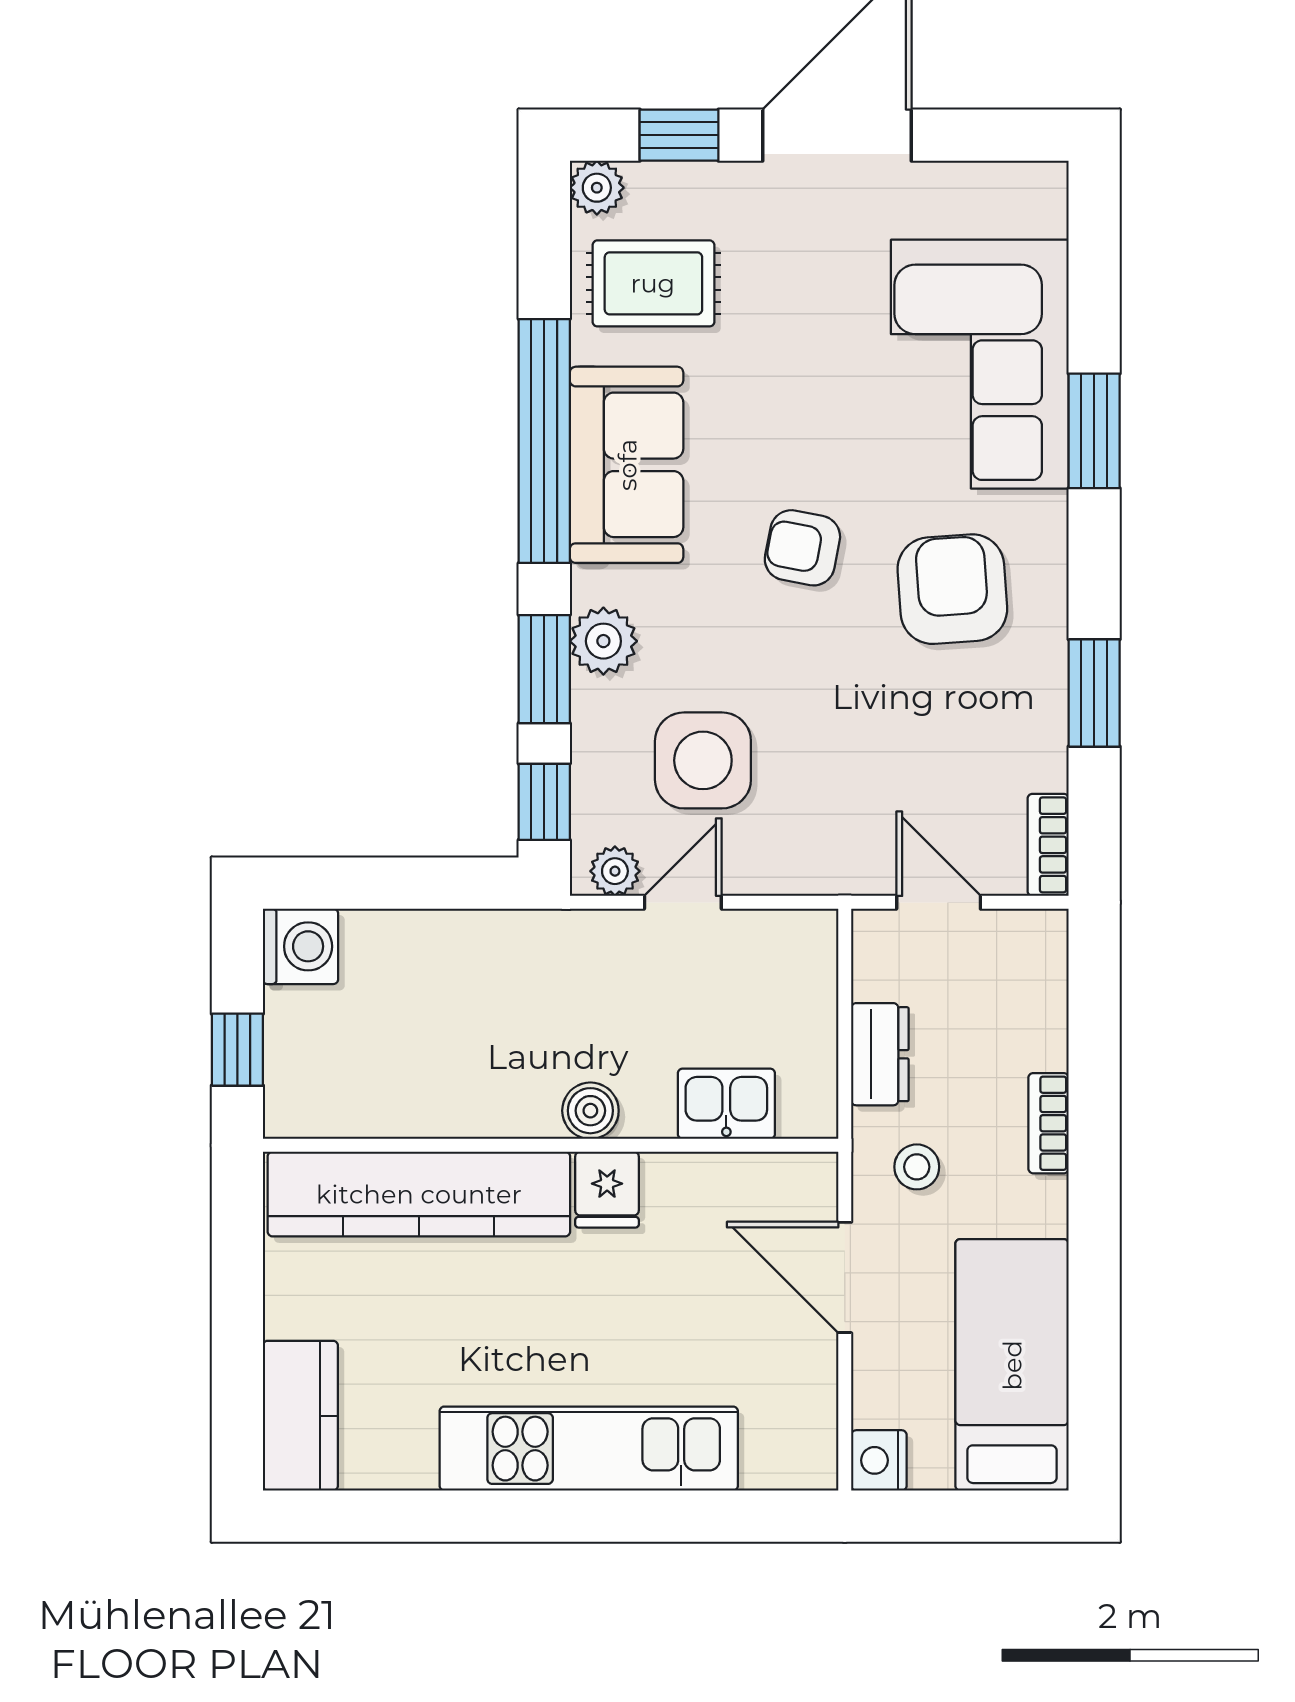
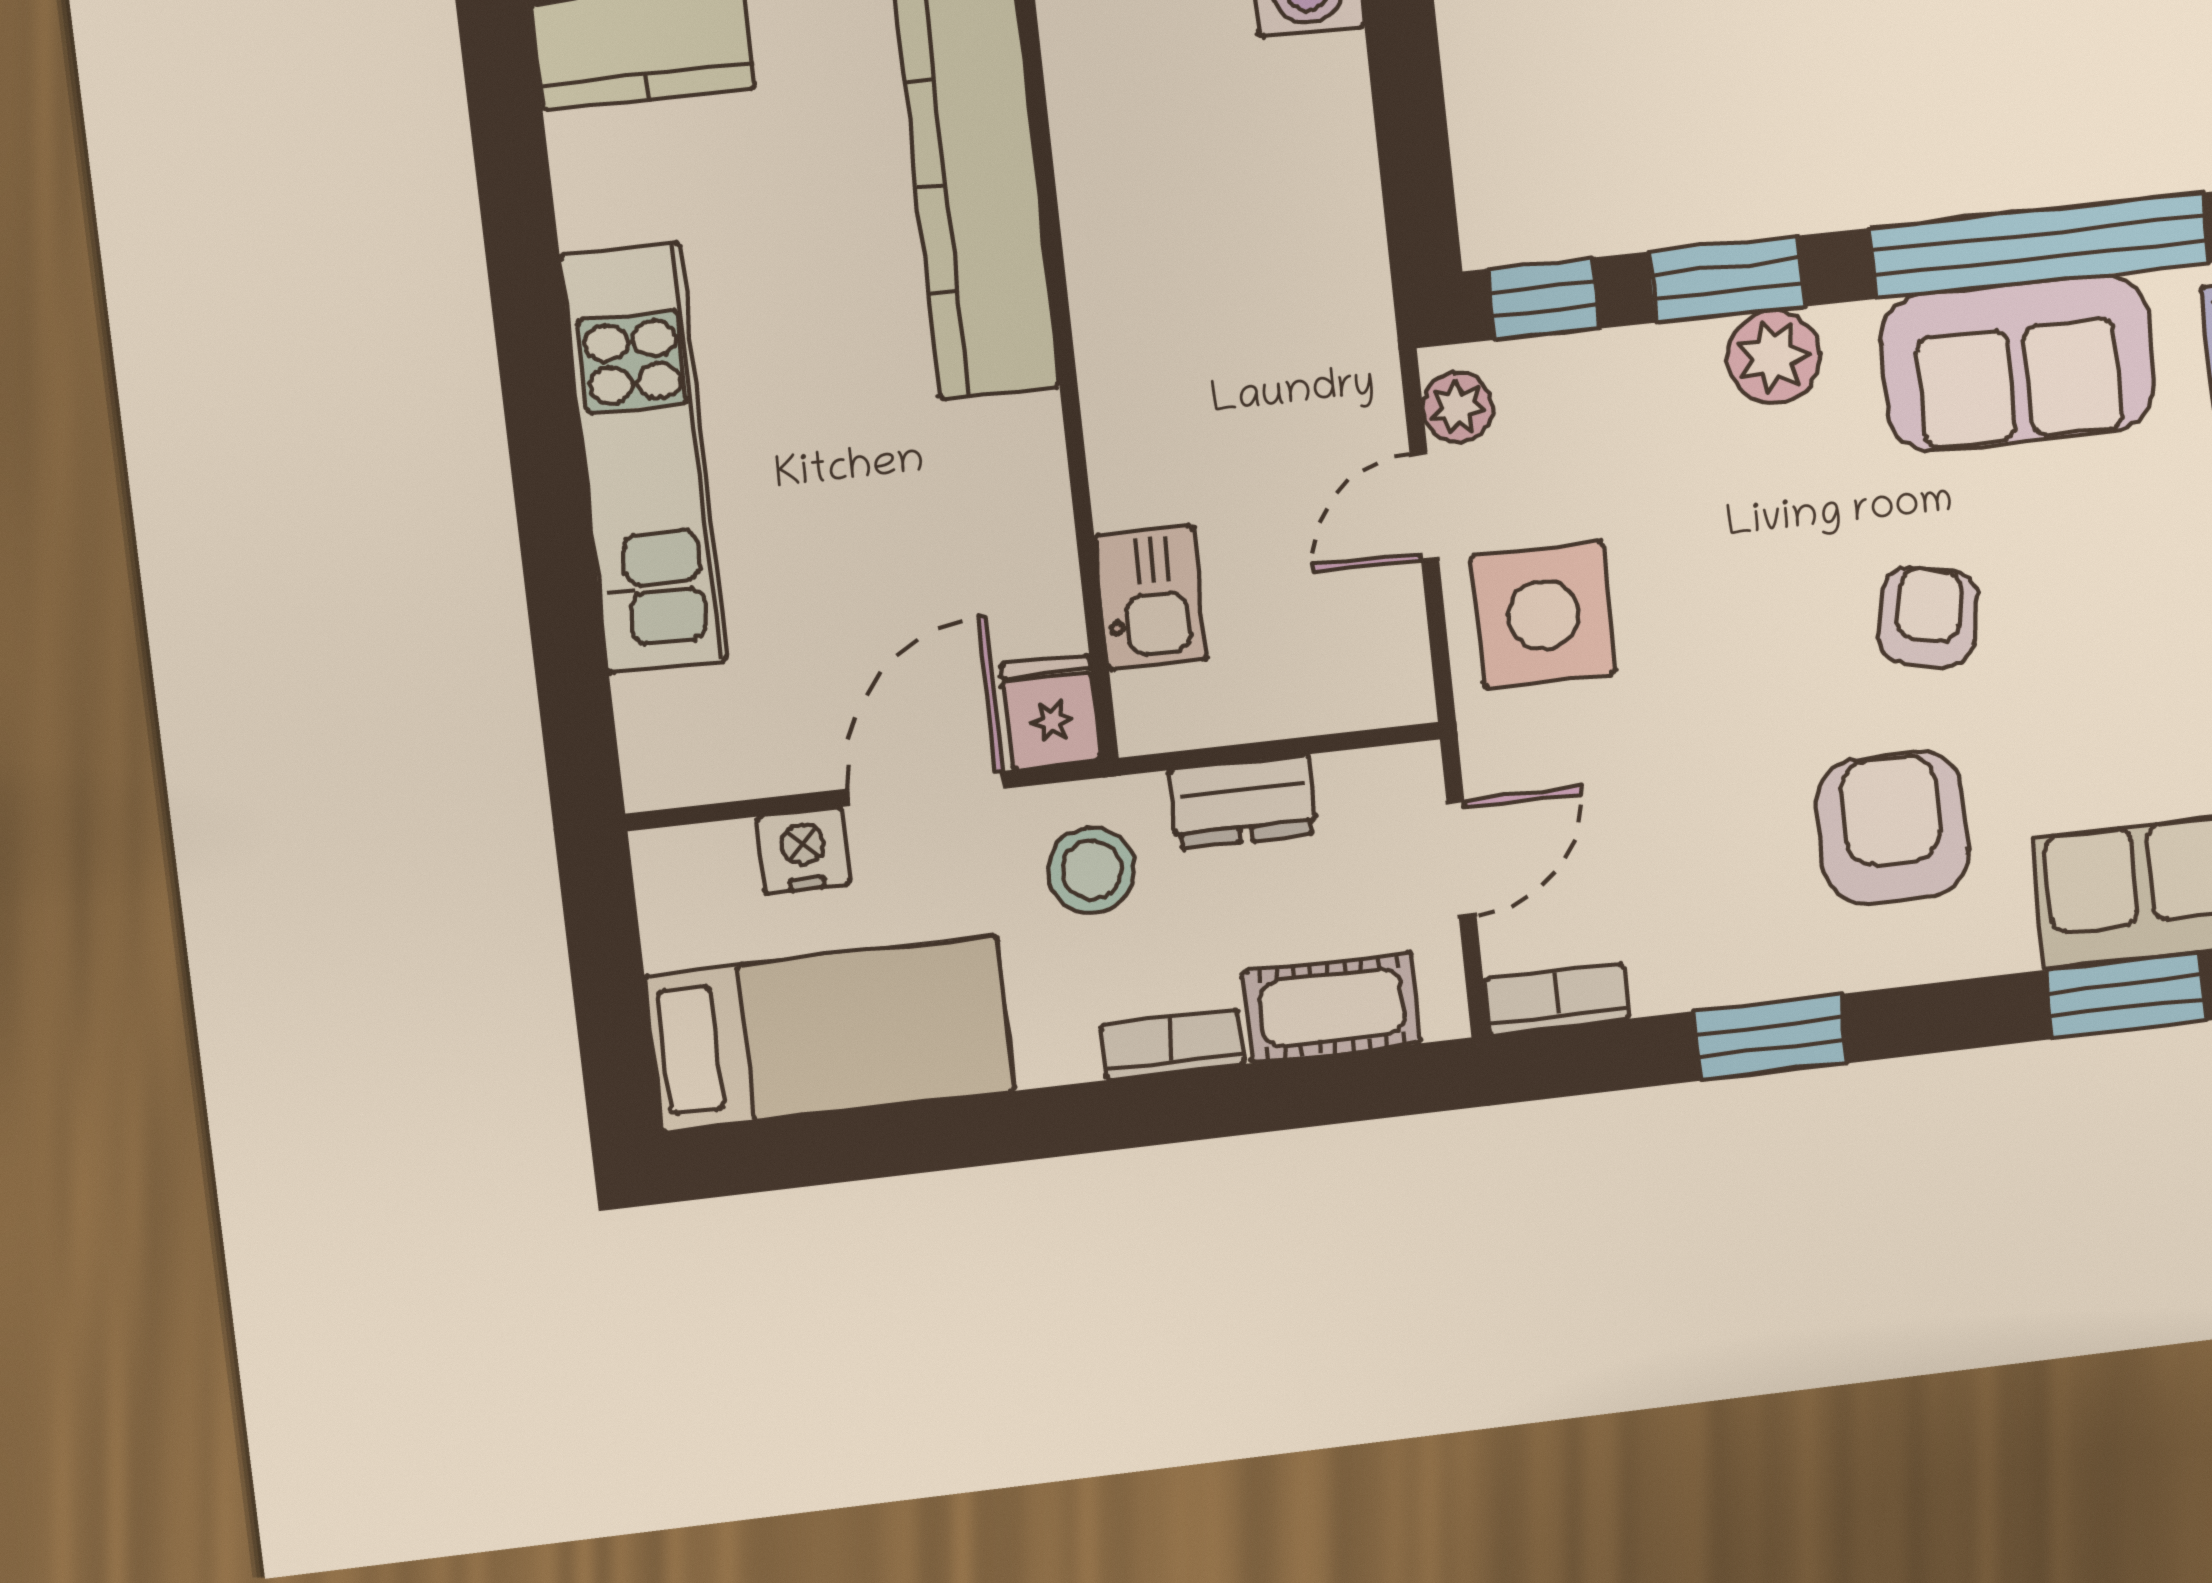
armchair: (952, 589) -> (1892, 828), turned -86
side table: (703, 760) -> (1543, 615), moved
door: (683, 902) -> (1424, 506), swing flipped
cot: (1035, 1007) -> (1332, 1008), added
boiler: (590, 1111) -> (1120, 409), removed
stool: (917, 1167) -> (1092, 871), width x1.37, depth x1.37
fridge: (607, 1190) -> (1051, 712), moved, turned 90
nightstand: (879, 1460) -> (803, 850), moved

